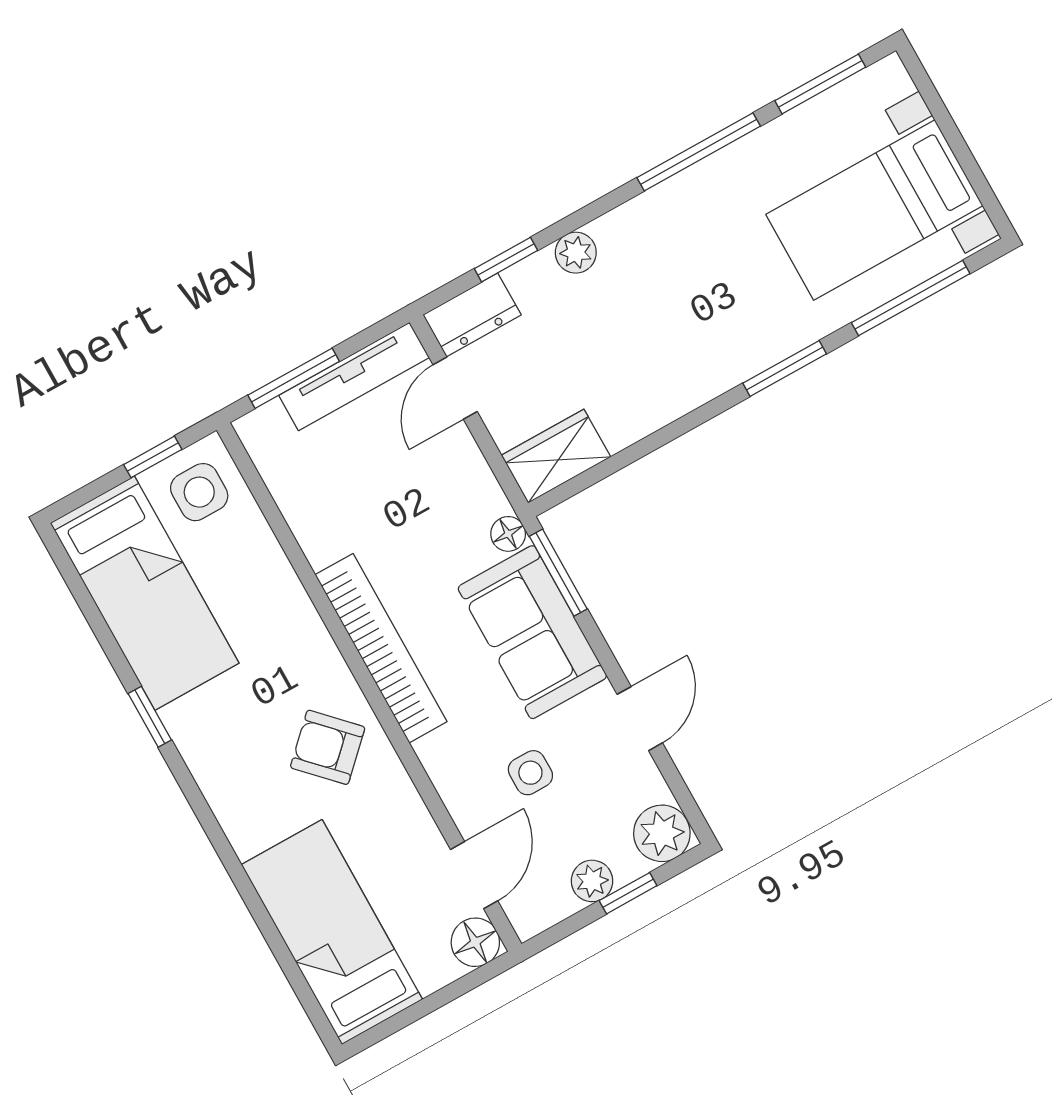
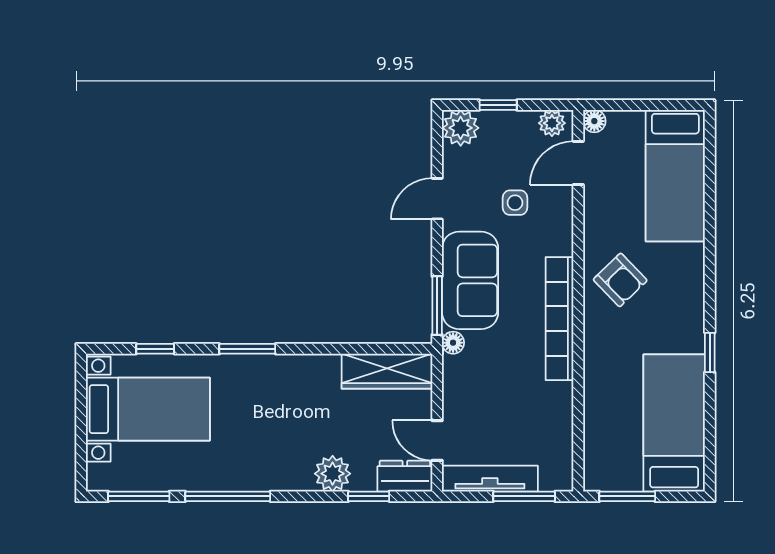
plant: (576, 253) -> (333, 474), width x1.38, depth x1.38
window: (911, 298) -> (155, 349), width x0.46
door: (455, 388) -> (437, 441), swing flipped
wardrobe: (556, 456) -> (387, 371), width x1.50
window: (153, 457) -> (627, 496), width x1.50
side table: (199, 492) -> (612, 462), removed
plant: (592, 881) -> (552, 123), moved
floor lamp: (475, 942) -> (594, 121), width x0.73, depth x0.73

